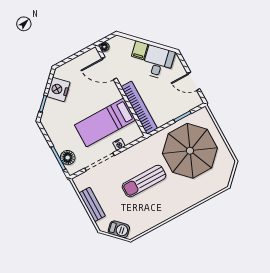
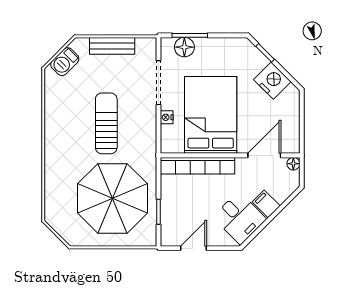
bed: (105, 123) -> (211, 115), width x1.50

